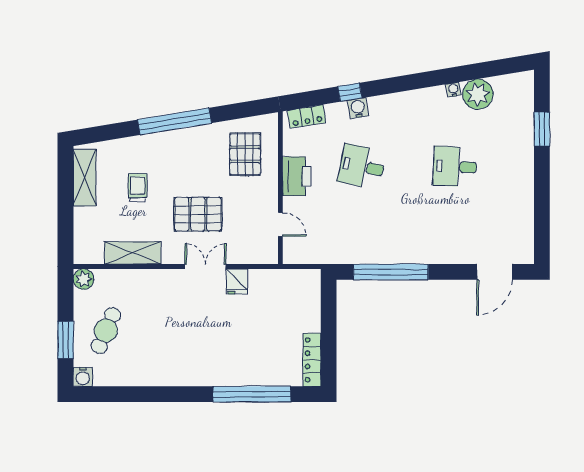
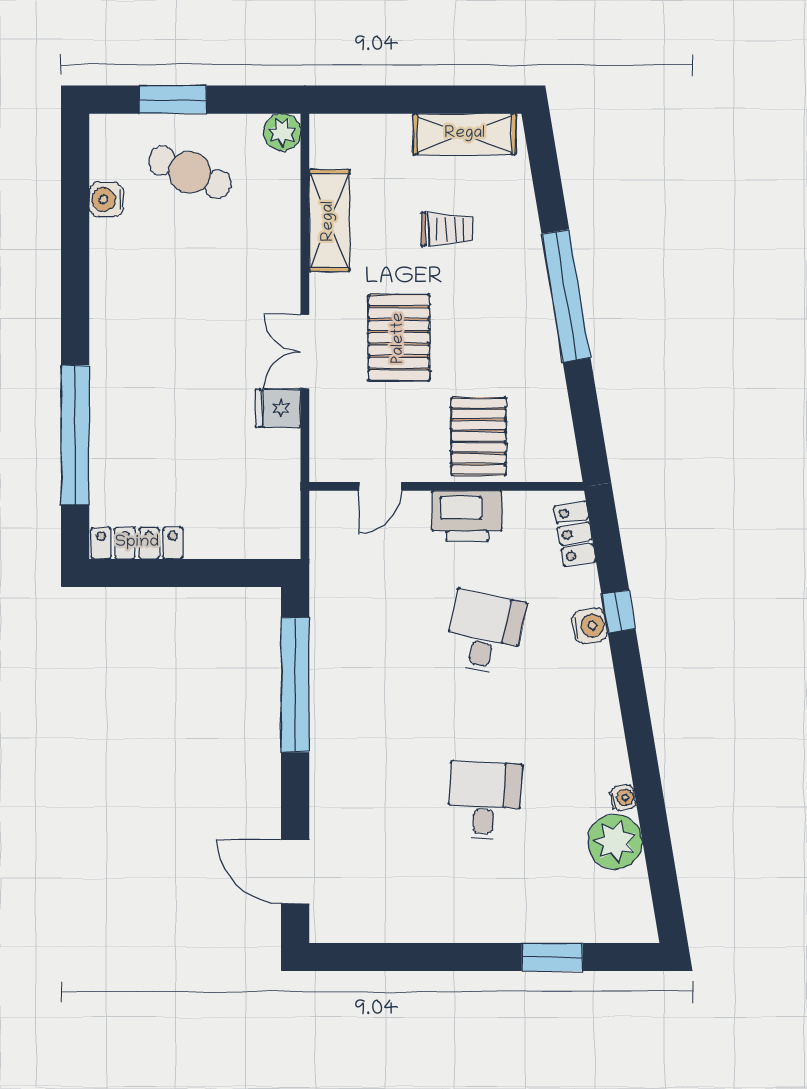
pallet: (245, 154) -> (478, 436), moved, turned 90
double door: (205, 267) -> (305, 352), swing flipped
water cooler: (83, 377) -> (106, 199), moved

